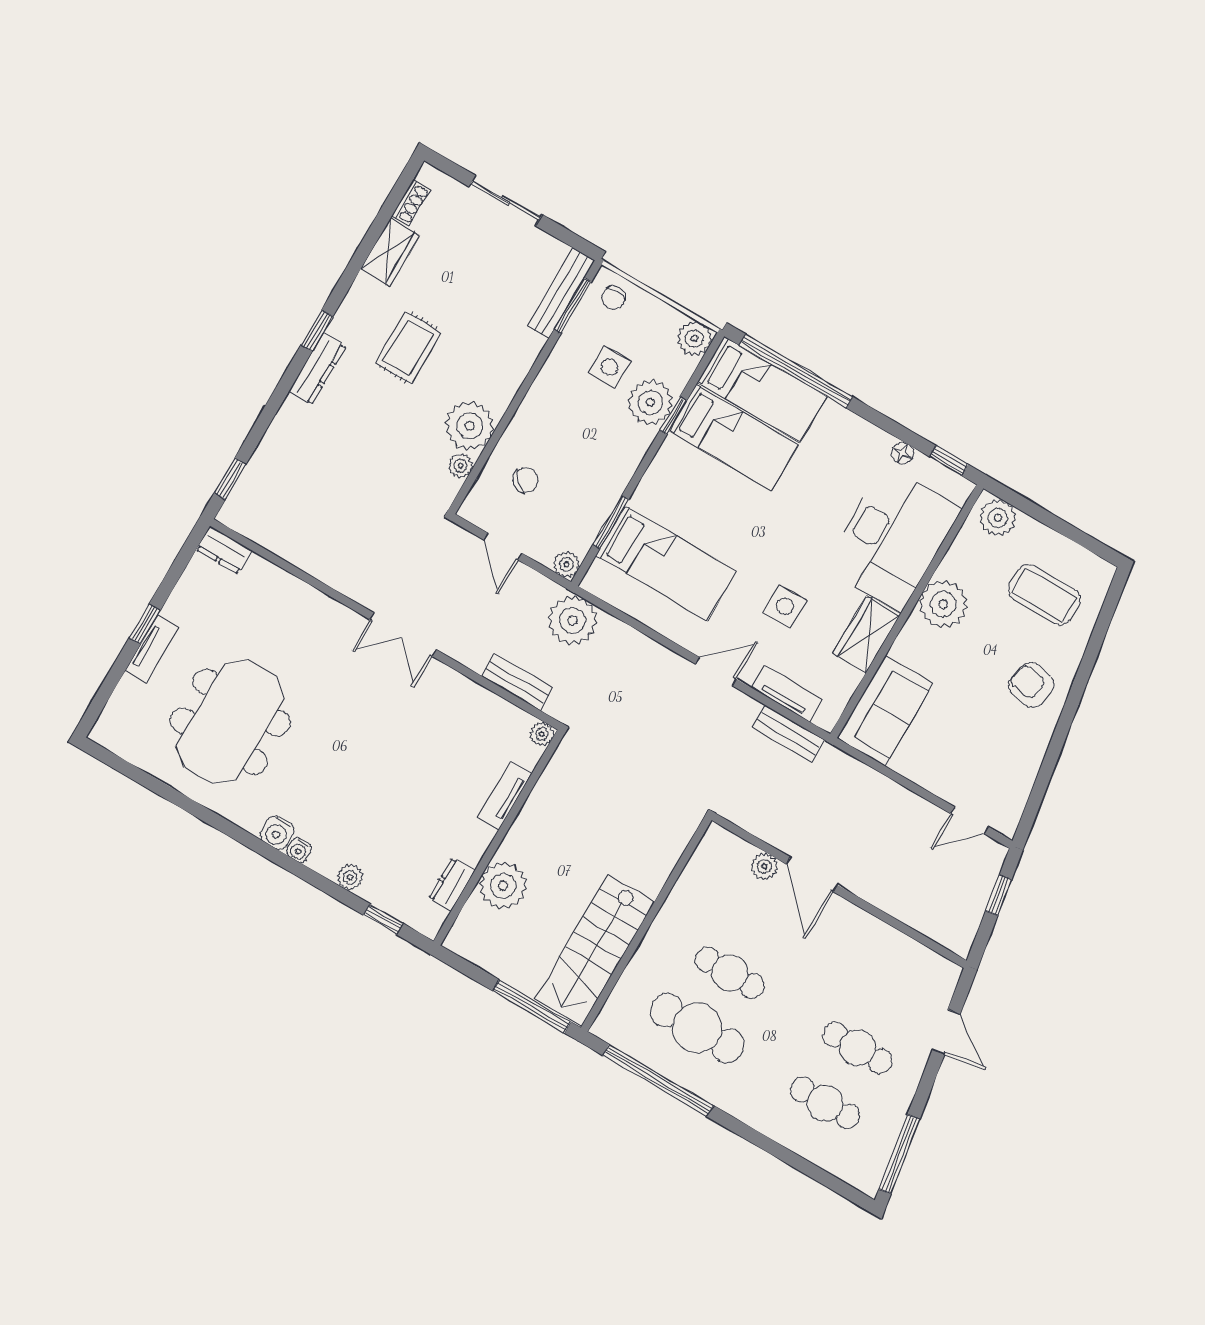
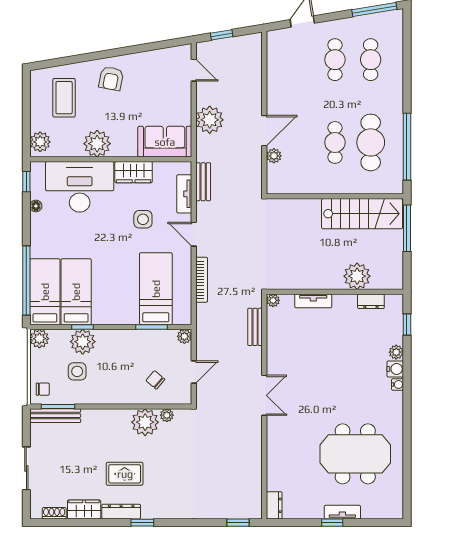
dresser: (317, 369) -> (121, 512), moved
plant: (573, 620) -> (210, 120), moved
bookcase: (638, 642) -> (202, 280), added
water cooler: (277, 833) -> (395, 369), moved

